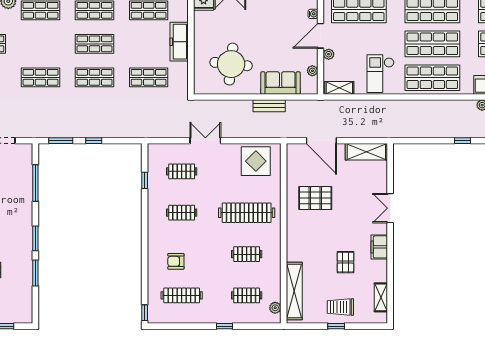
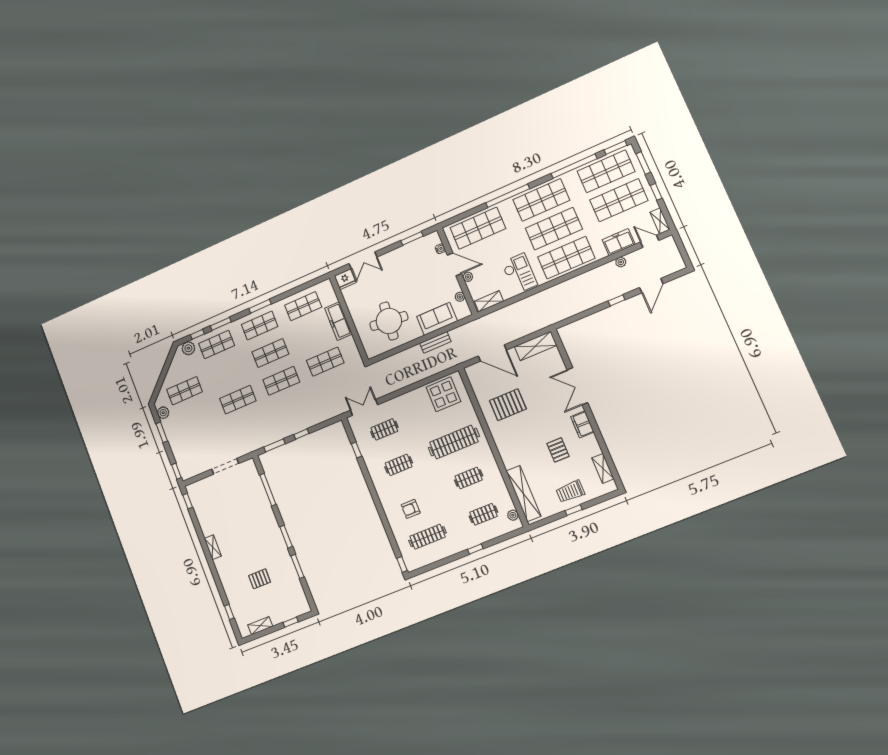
door: (321, 36) -> (454, 264), swing flipped
checkout: (380, 74) -> (519, 274), turned 180
double door: (205, 141) -> (364, 407), moved
double door: (390, 208) -> (577, 386), width x1.37

